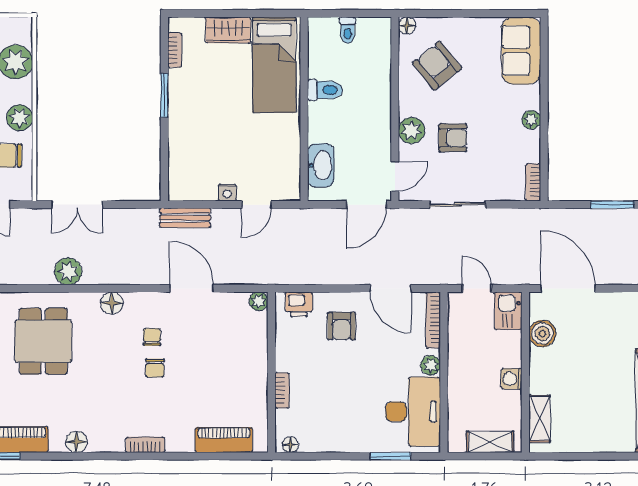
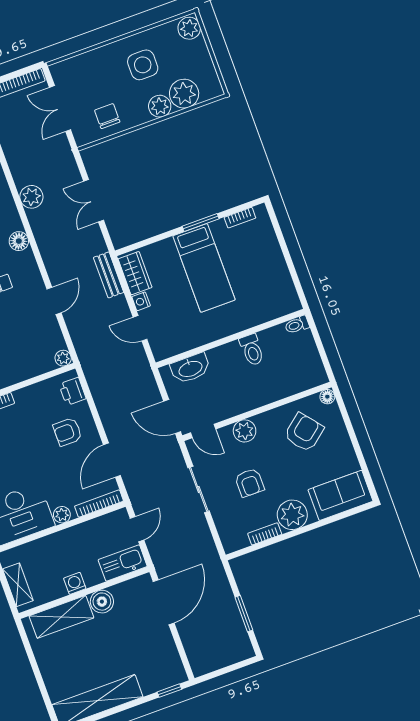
wardrobe: (228, 30) -> (135, 273), moved, turned 180
toilet: (348, 30) -> (297, 325), moved
bed: (274, 65) -> (204, 268), moved, turned -90
plant: (20, 118) -> (160, 106), moved
plant: (531, 120) -> (292, 515), width x1.88, depth x1.88
armchair: (453, 138) -> (249, 483), moved
bookcase: (533, 182) -> (265, 534), moved
double door: (77, 205) -> (94, 201), moved
door: (192, 288) -> (54, 301), width x0.73
kitchen sink: (508, 311) -> (123, 563), width x1.38
boiler: (542, 333) -> (102, 602), moved
shelving: (540, 419) -> (61, 617), width x1.50, depth x1.33

